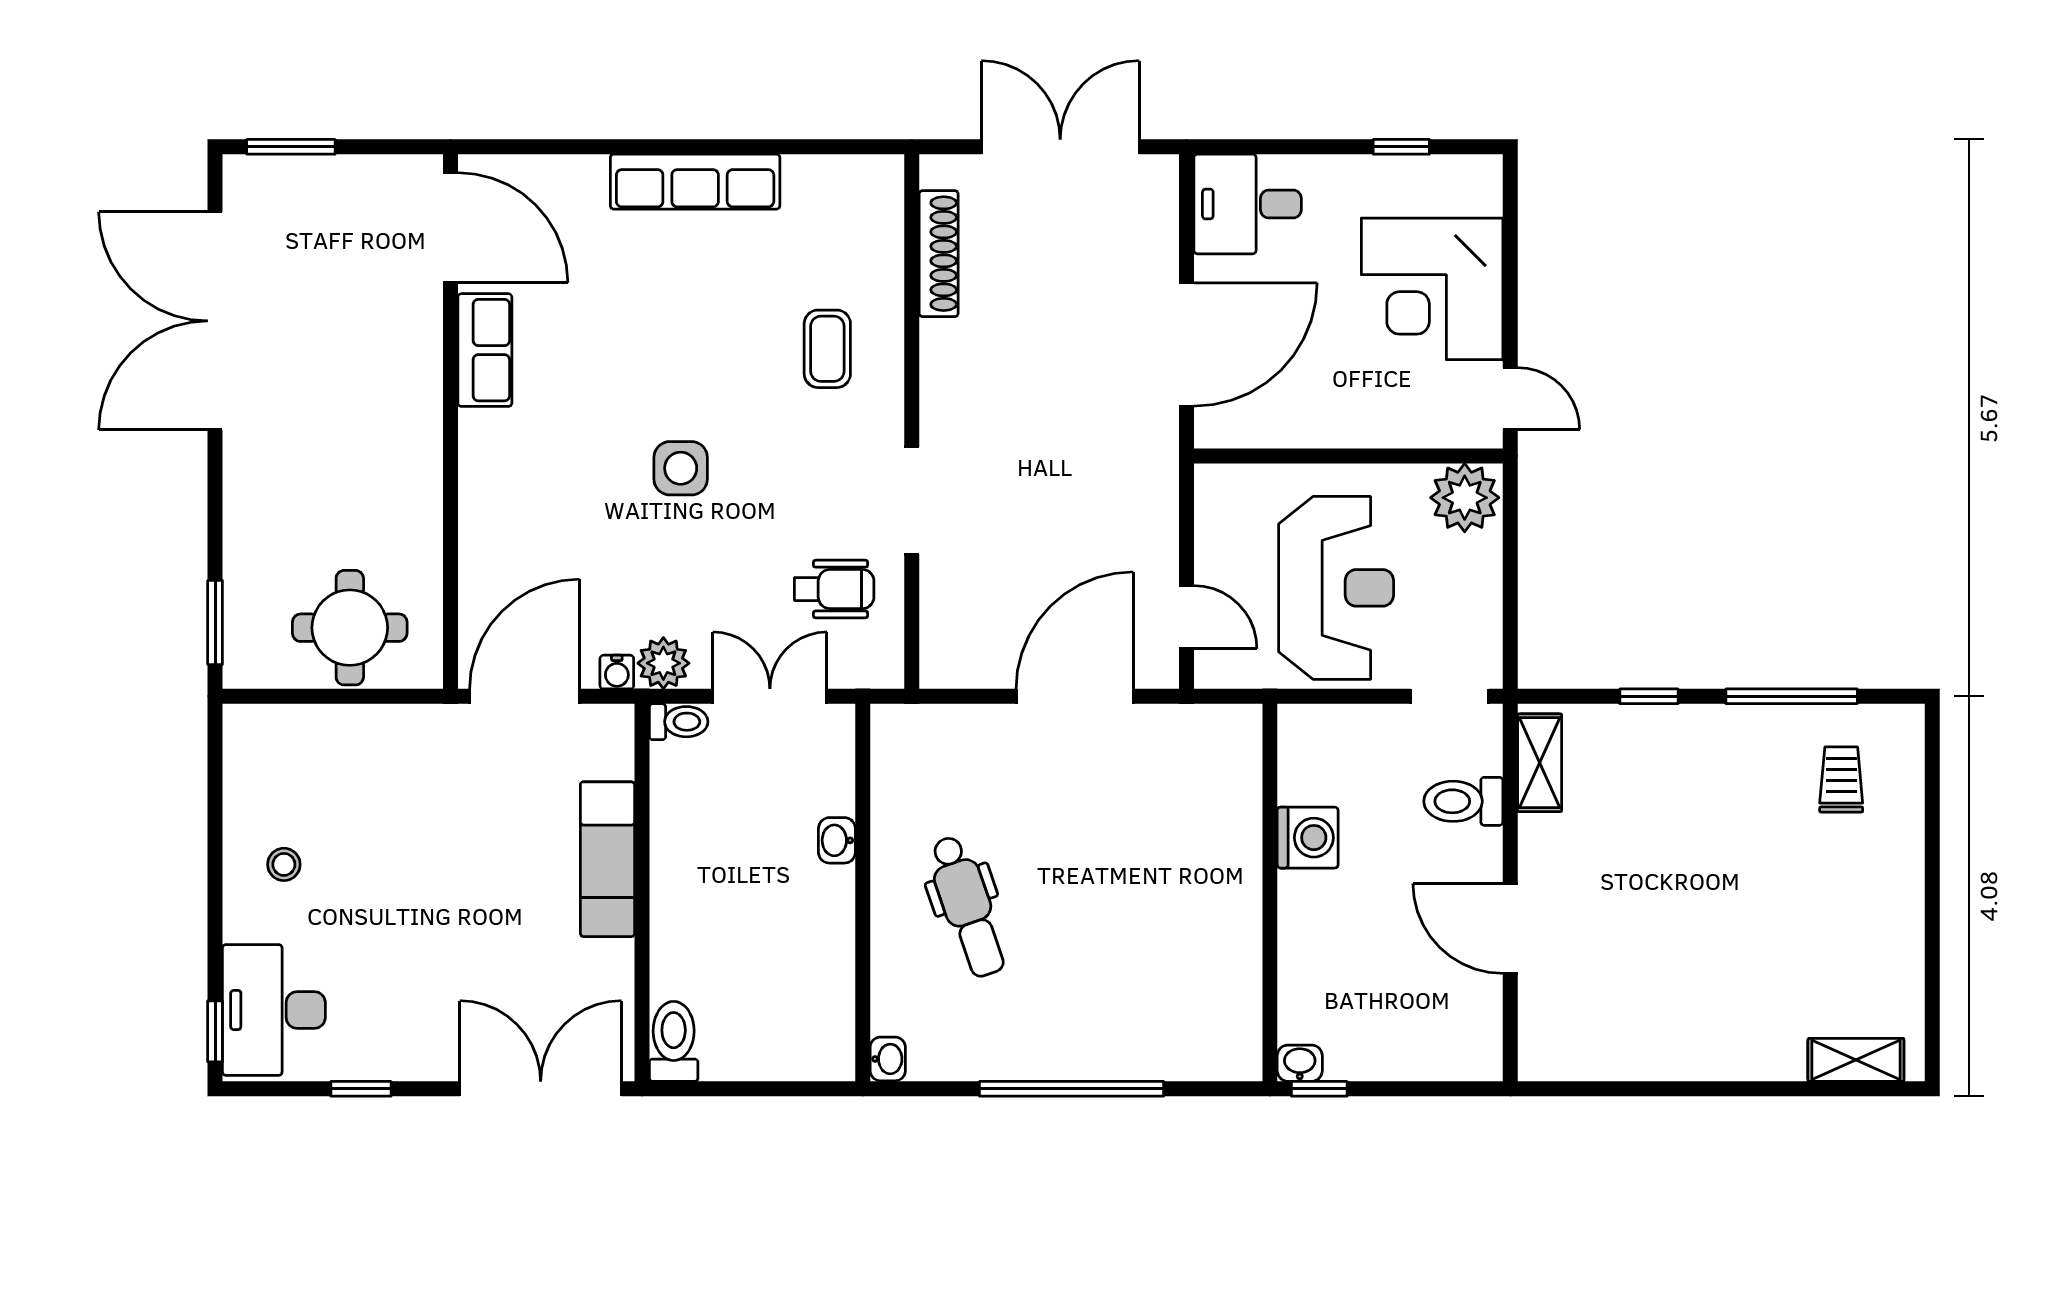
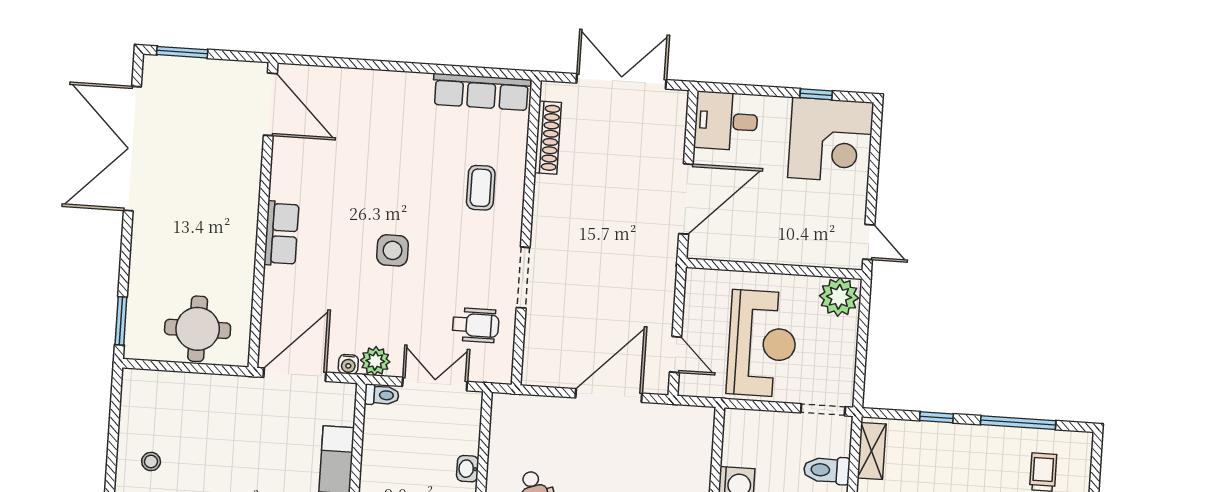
row of seats: (695, 182) -> (481, 92), moved
corner desk: (1432, 289) -> (831, 140), moved, turned -90
row of seats: (485, 350) -> (281, 234), moved

